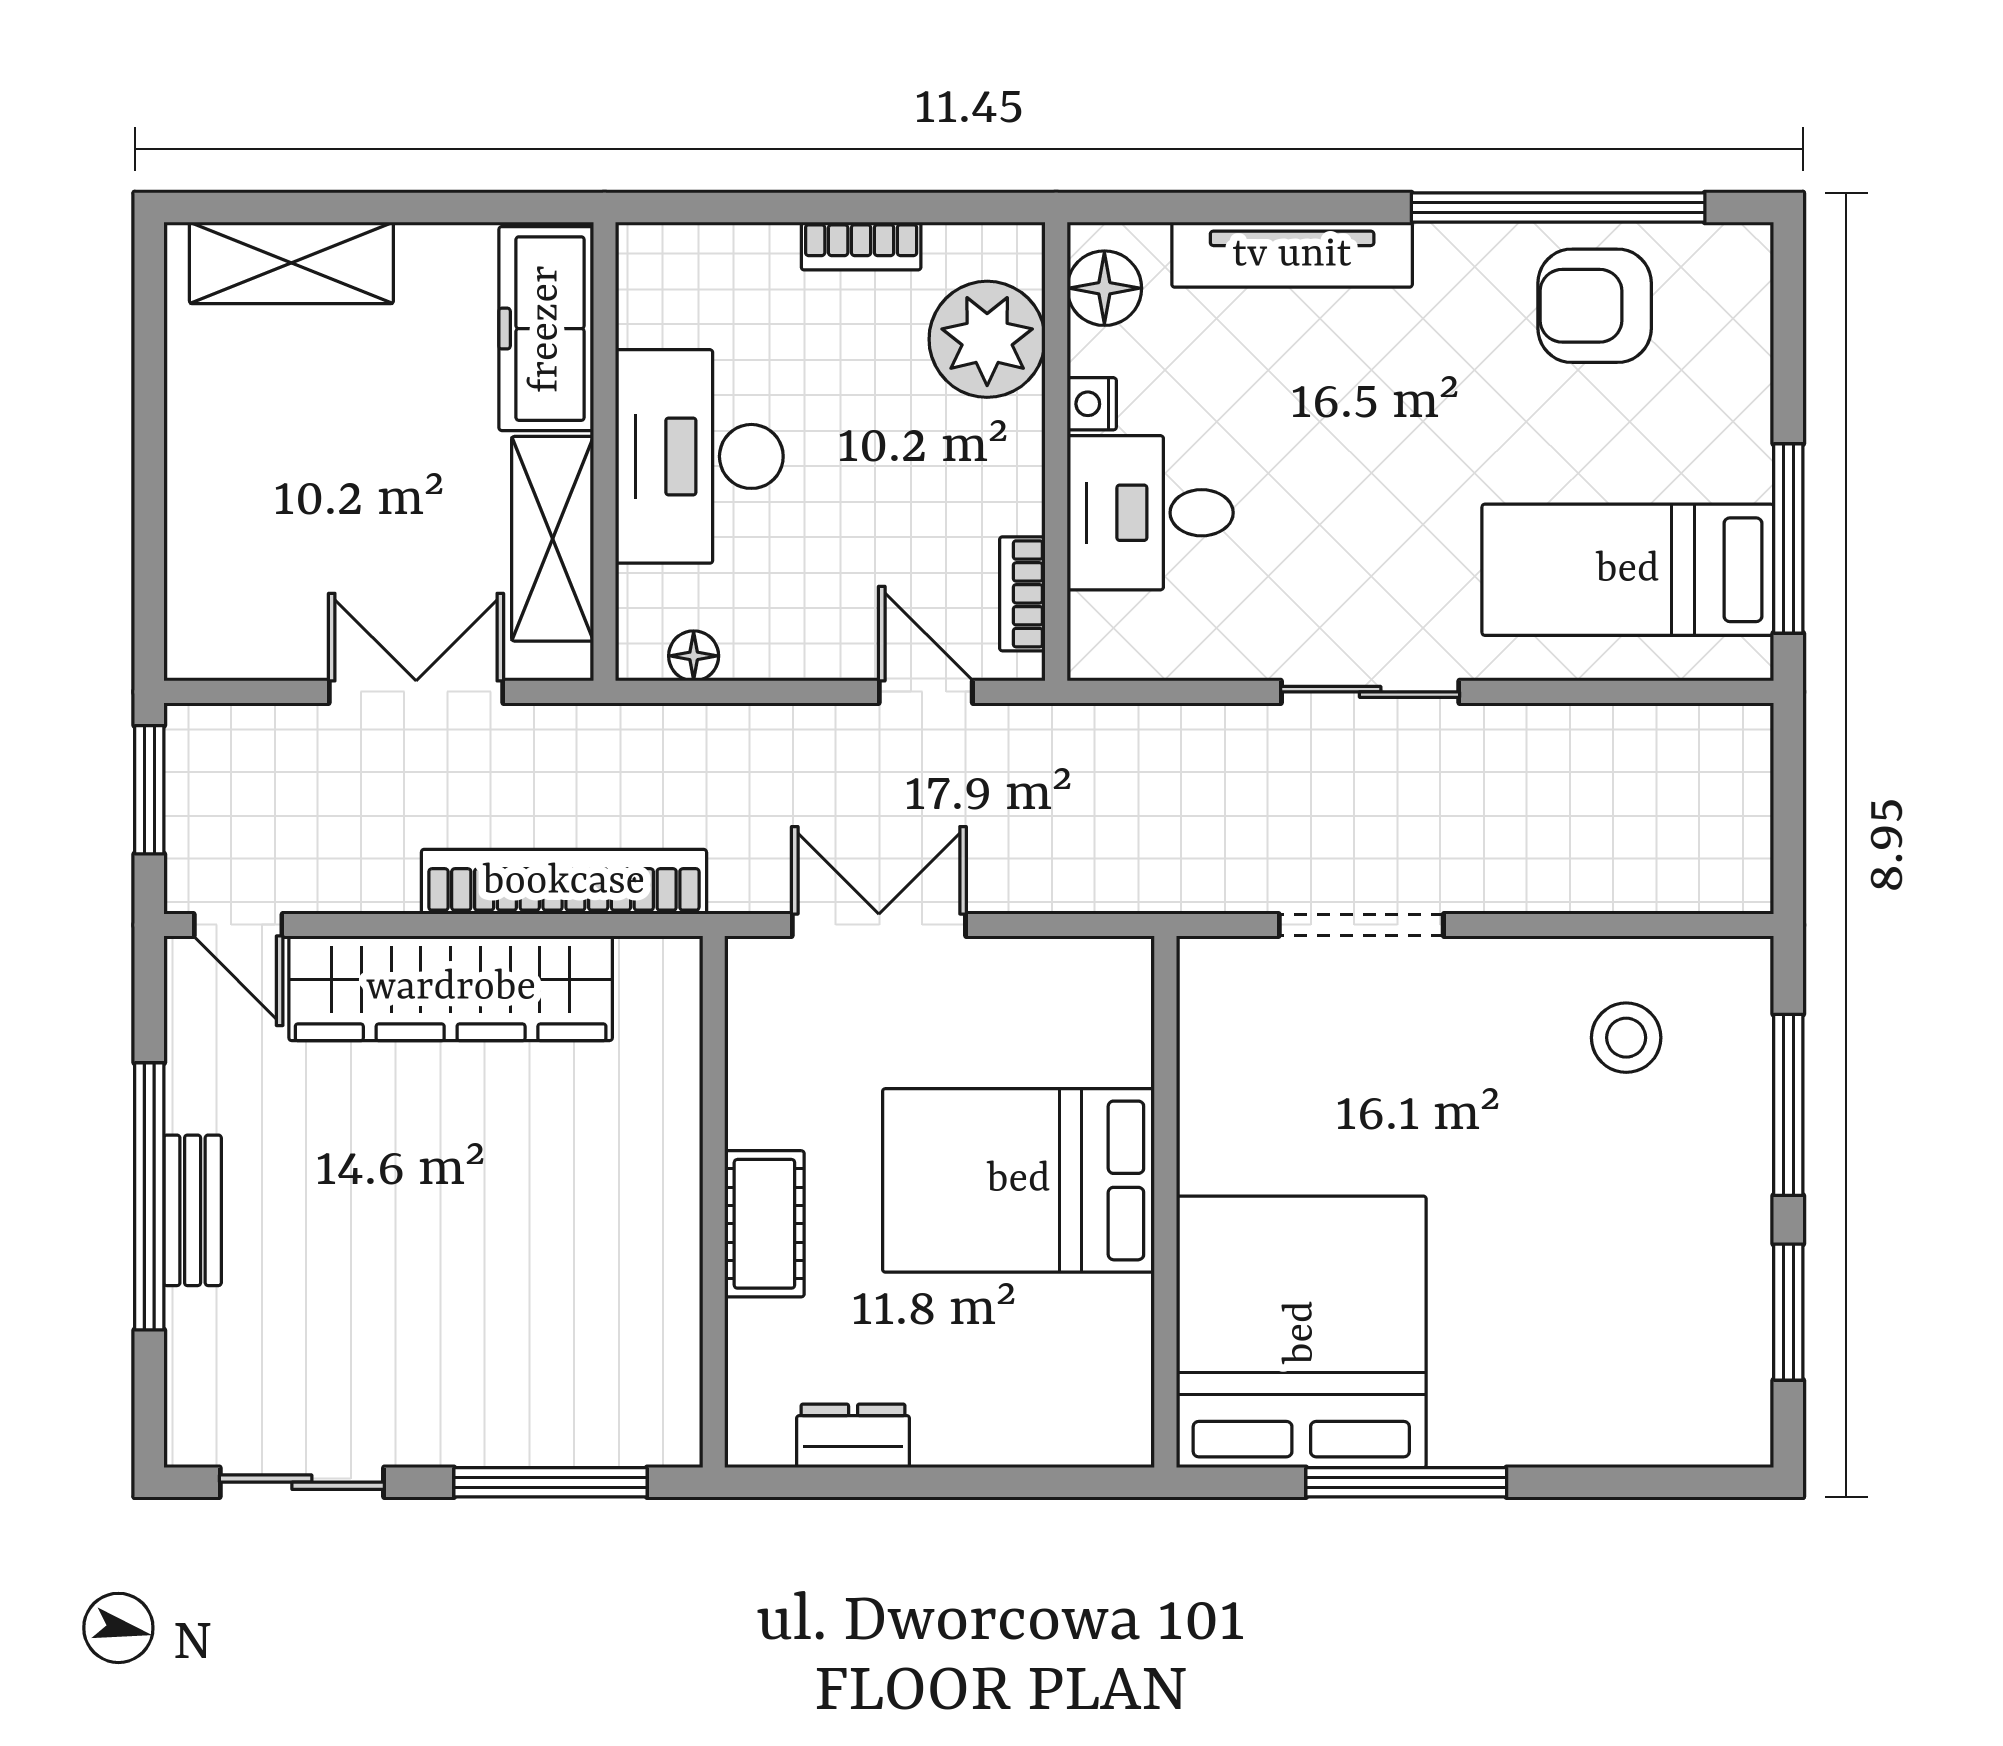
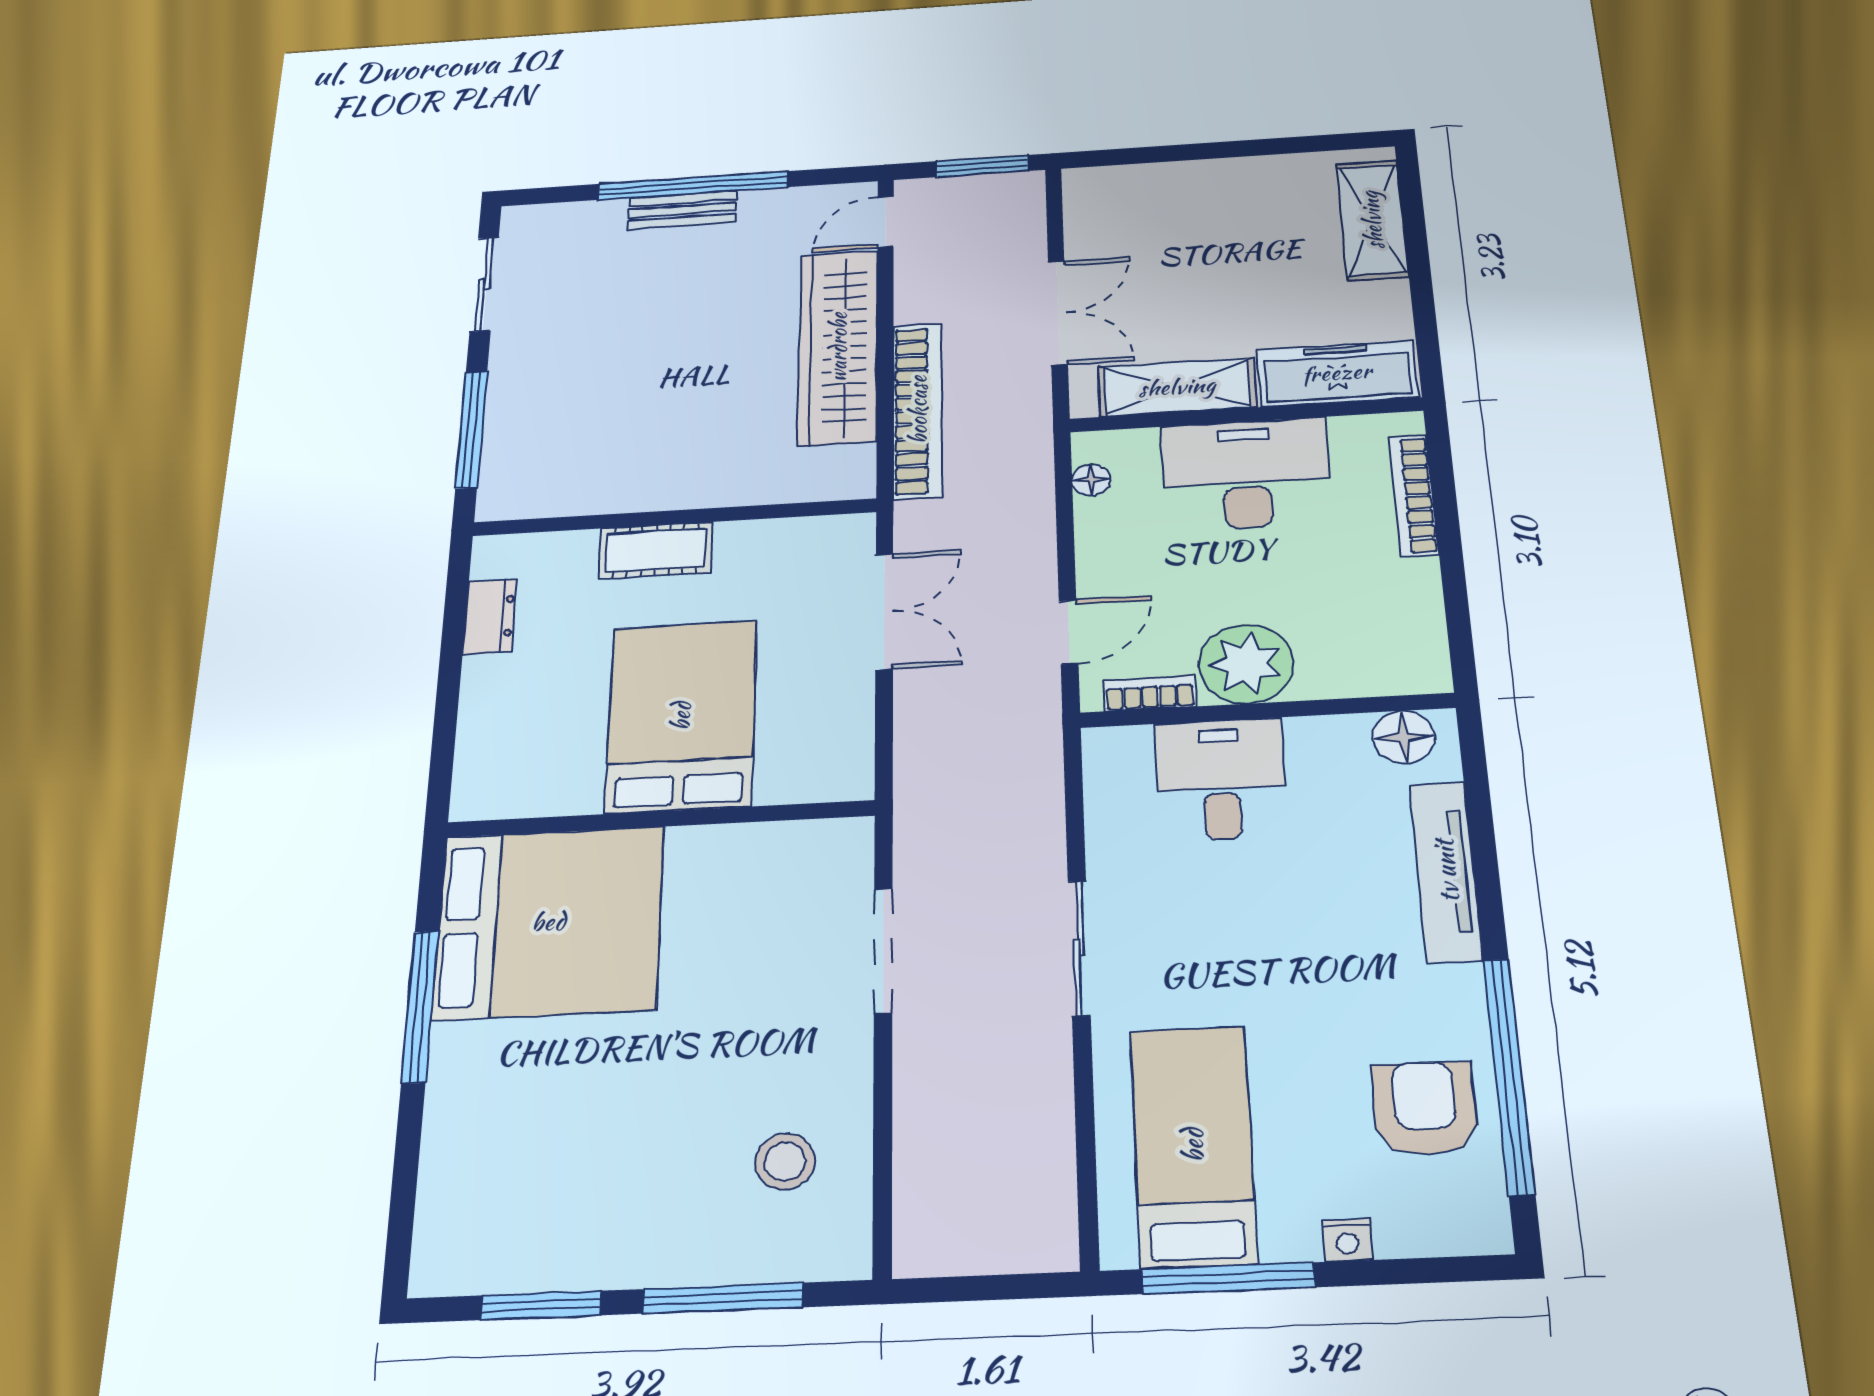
bookcase: (861, 246) -> (1414, 495), moved, width x1.56
plant: (987, 339) -> (1246, 664), moved
nightstand: (1092, 404) -> (1347, 1240), moved, turned 180

